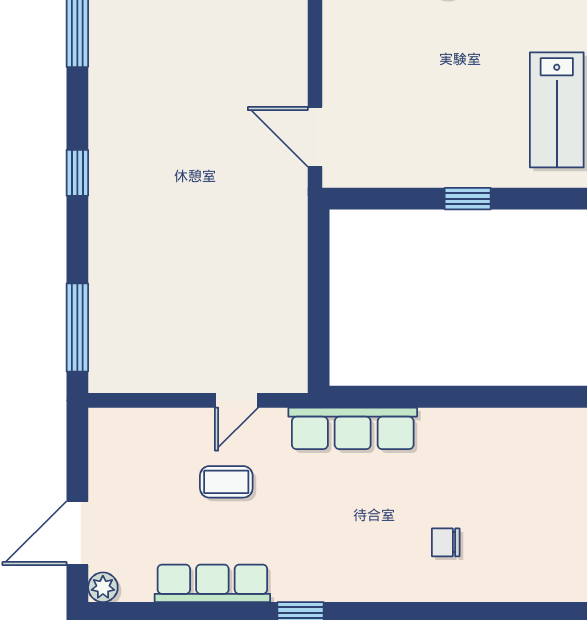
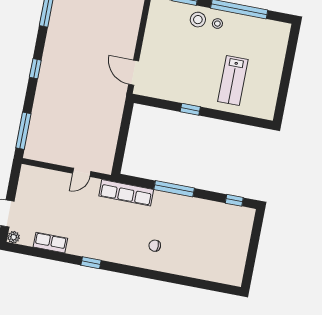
window: (466, 397) -> (174, 189), added
coffee table: (226, 482) -> (71, 204), removed
row of seats: (212, 583) -> (50, 243), width x0.68

